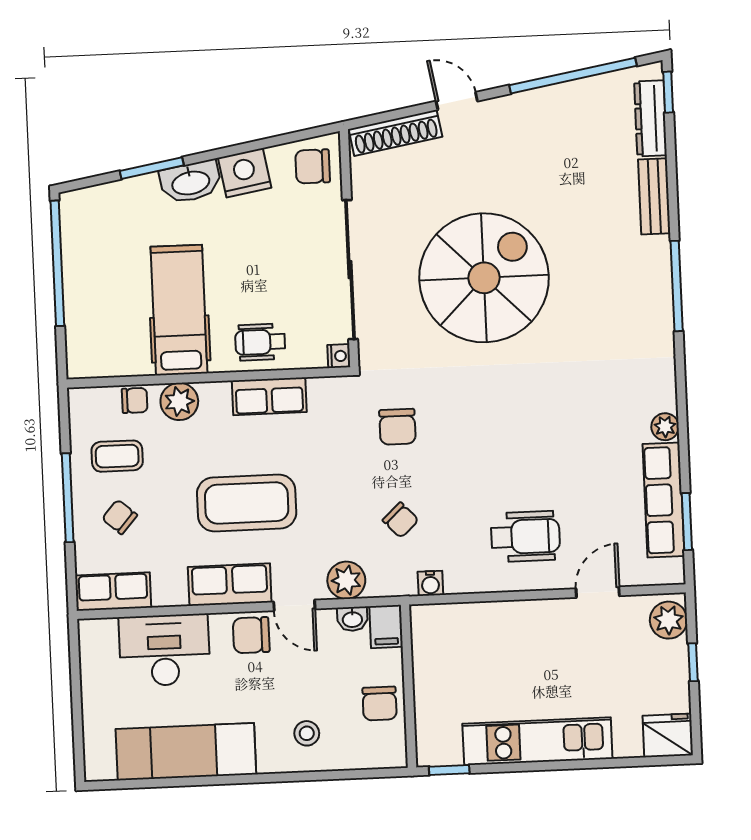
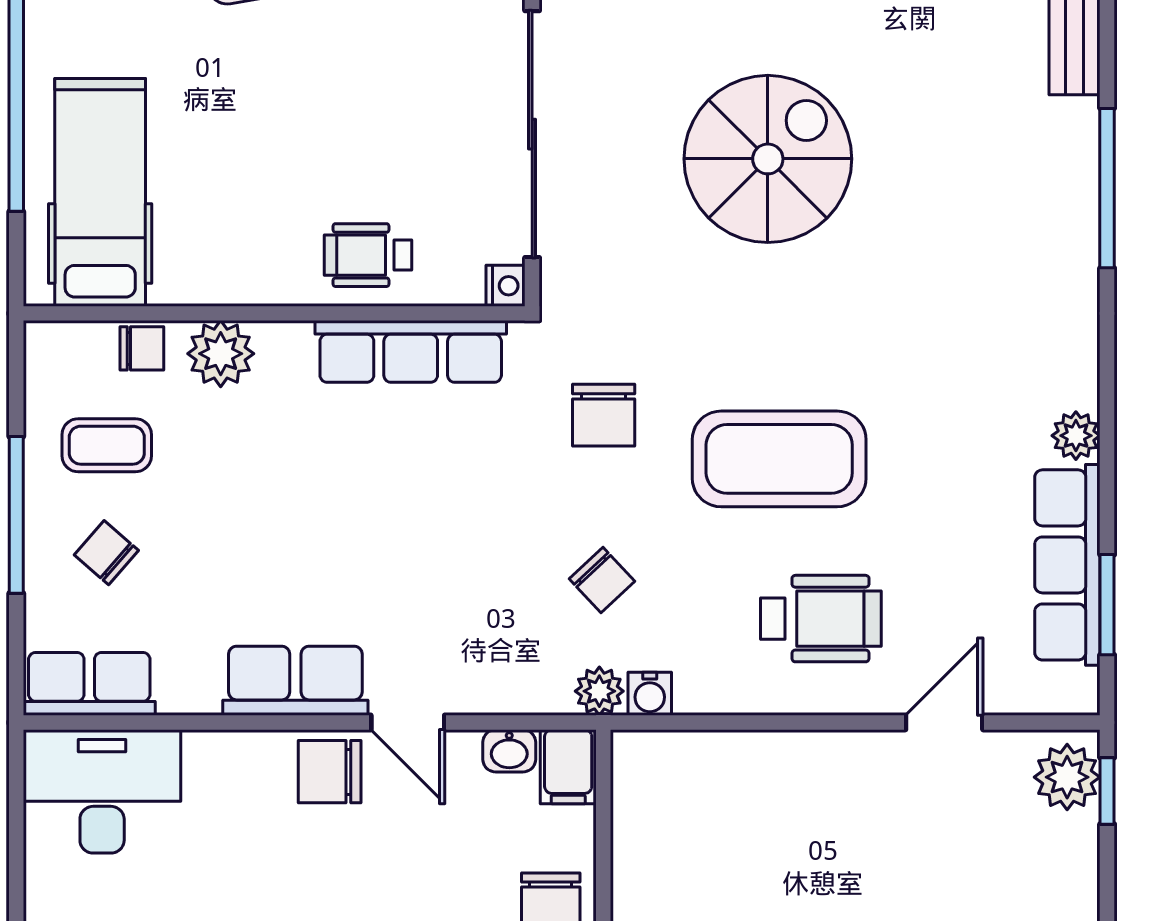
spiral stairs: (484, 278) -> (768, 159), width x0.73, depth x0.73
hospital bed: (179, 310) -> (100, 192), moved
row of seats: (269, 396) -> (411, 351), width x1.48
coffee table: (247, 503) -> (779, 459), moved
plant: (346, 580) -> (599, 691), moved, width x0.73, depth x0.73
desk: (165, 650) -> (102, 791), moved
window: (693, 662) -> (1107, 791), moved

